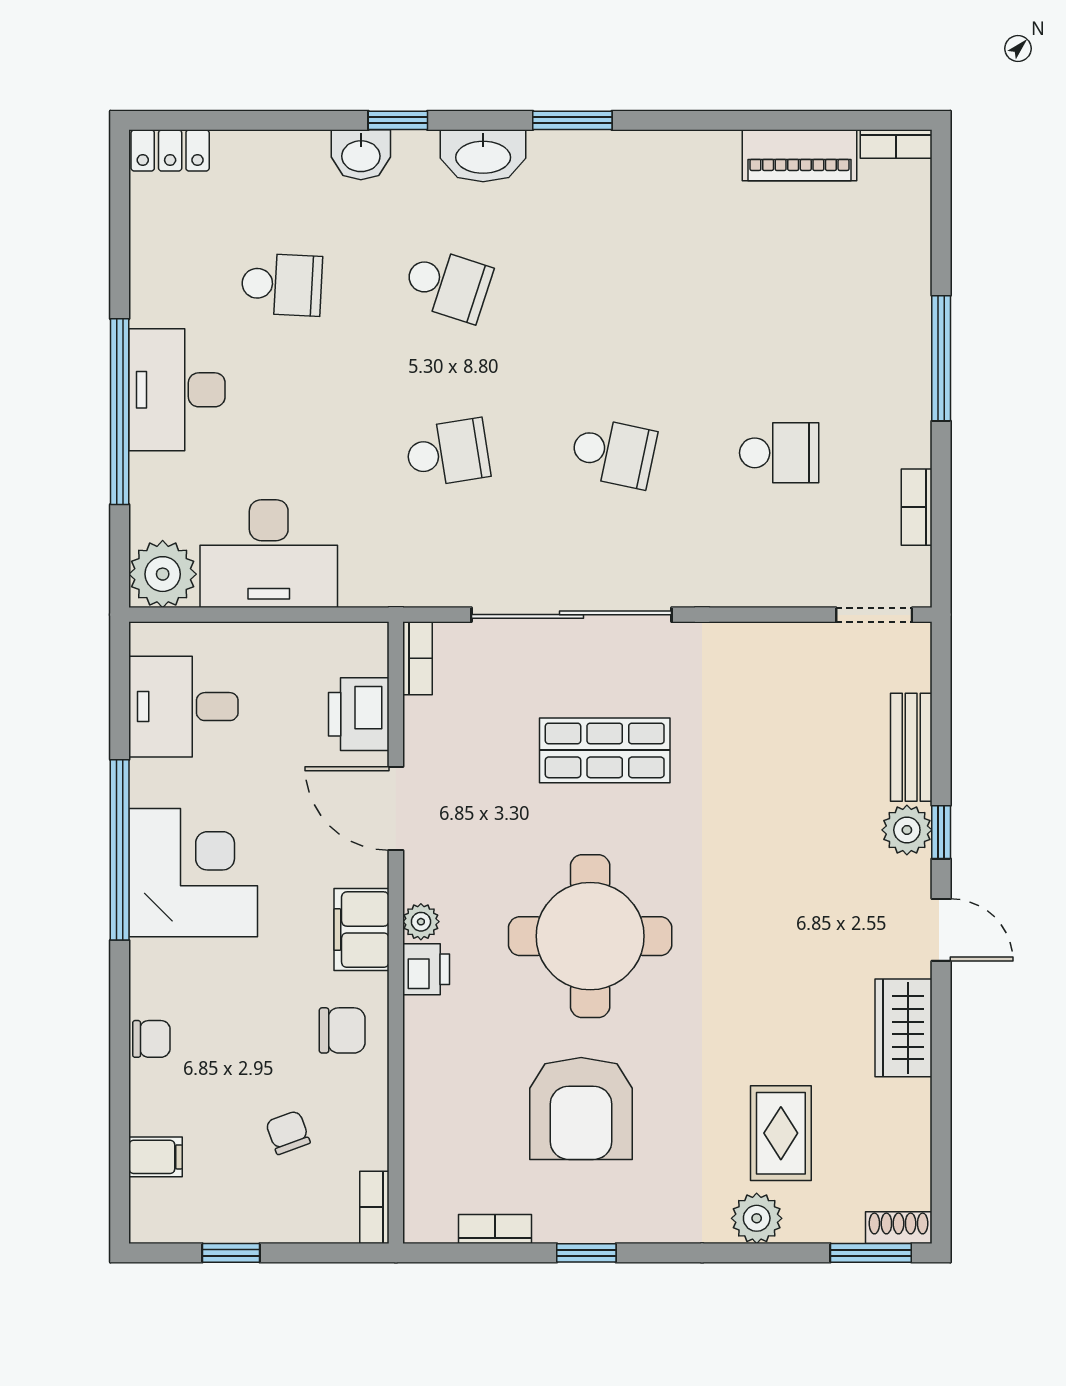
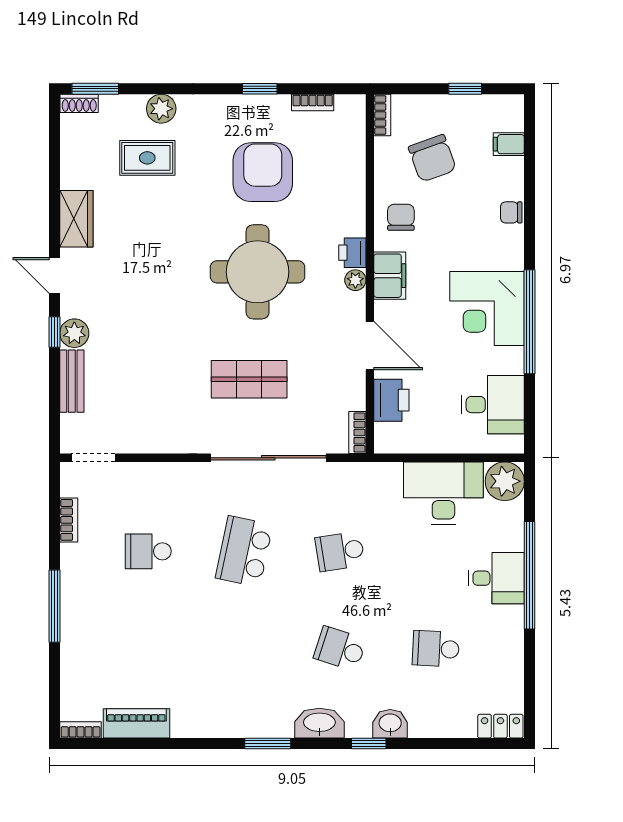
desk: (177, 390) -> (496, 578), width x0.73
school desk: (613, 453) -> (244, 551), width x1.85
chair: (342, 1030) -> (401, 217), turned 90
chair: (288, 1133) -> (432, 158), width x1.87, depth x1.87
rug: (781, 1133) -> (147, 158), turned 90

